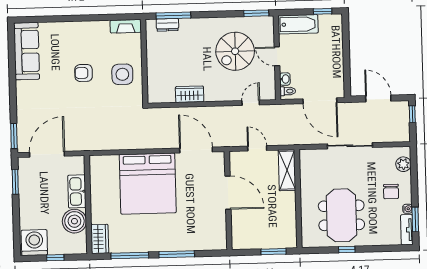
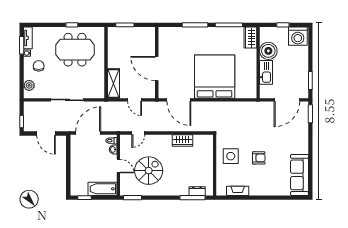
fireplace: (126, 26) -> (238, 191), moved
door: (320, 101) -> (88, 133), hinge flipped
meeting table: (341, 215) -> (75, 50), turned 90

